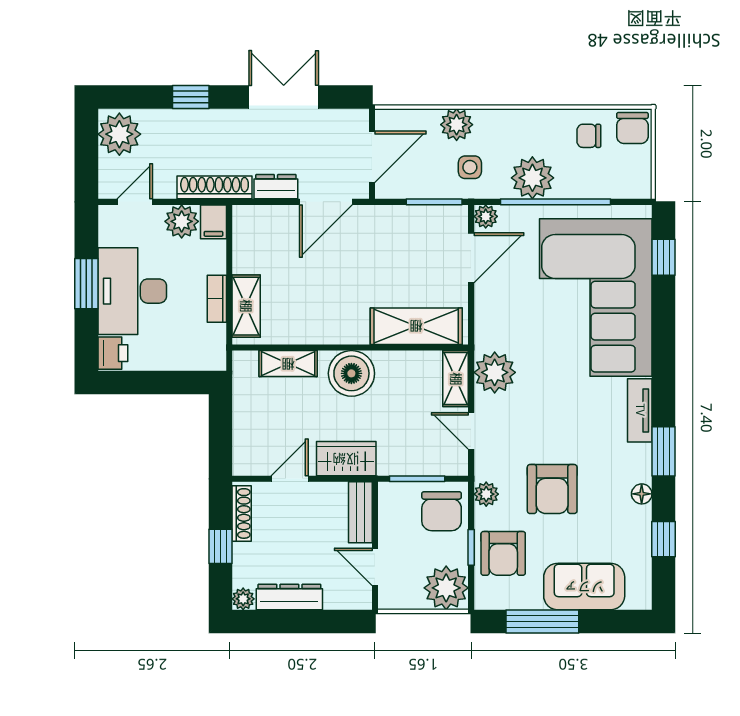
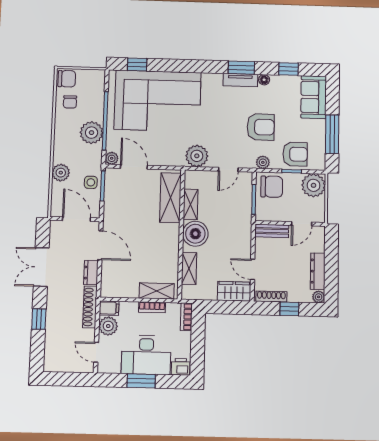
plant: (119, 134) -> (58, 360), removed
side table: (470, 167) -> (91, 182), moved
bookcase: (201, 361) -> (186, 317), added
shelving: (456, 379) -> (190, 204), moved, turned 90
tv unit: (640, 410) -> (240, 80), moved
wardrobe: (346, 459) -> (234, 291), moved, turned 90
sofa: (584, 587) -> (314, 97), moved

